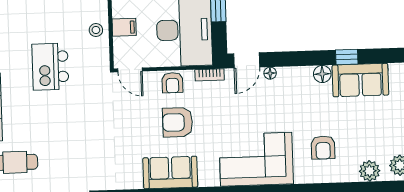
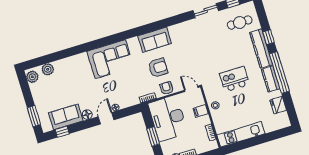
window: (347, 57) -> (62, 132), moved
door: (247, 60) -> (106, 118), moved
kitchen island: (50, 67) -> (235, 79), turned -90
armchair: (323, 148) -> (76, 75), removed

